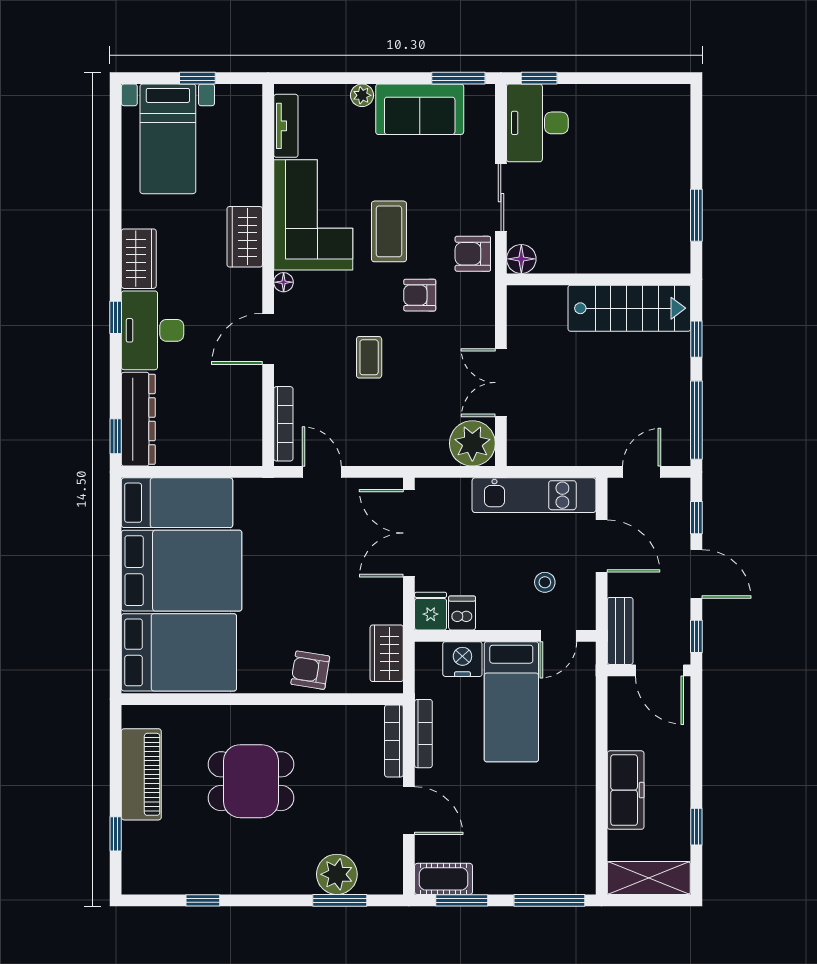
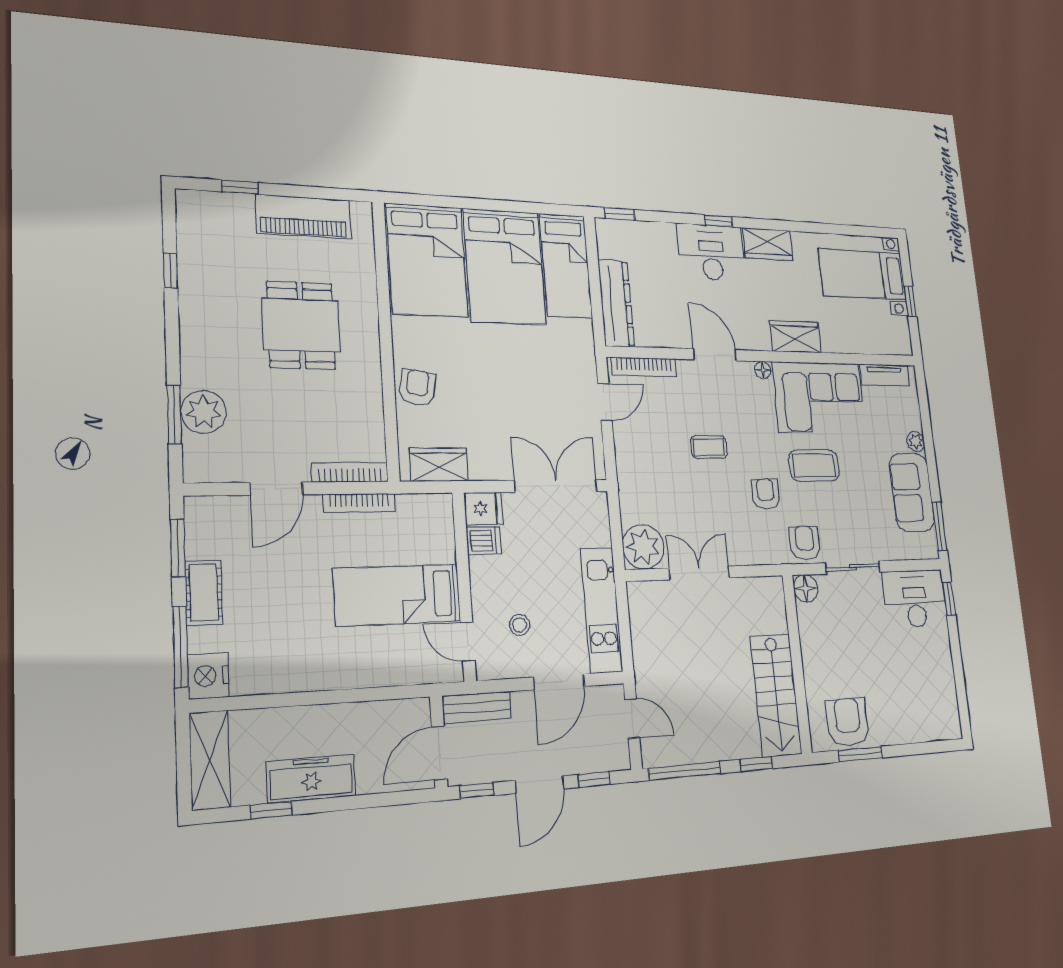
armchair: (662, 226) -> (848, 722), added
dresser: (138, 419) -> (616, 303), moved, turned -90
nightstand: (462, 659) -> (208, 676), moved, turned 180
freezer: (626, 790) -> (311, 779), moved, turned 180
cot: (443, 879) -> (204, 593), moved

